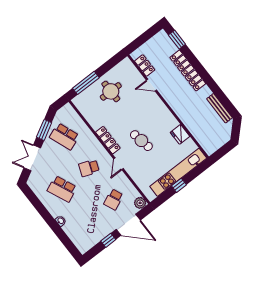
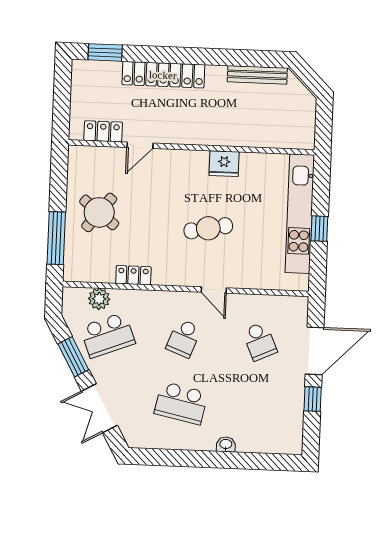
round table: (111, 91) -> (99, 212), turned 38
fridge: (180, 134) -> (224, 164), moved
locker: (108, 140) -> (133, 275), moved, width x0.66
school desk: (62, 189) -> (181, 403), turned 36
plant: (140, 203) -> (99, 299), moved

